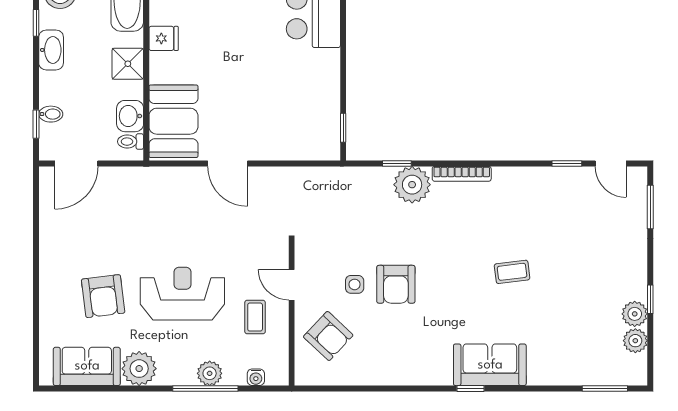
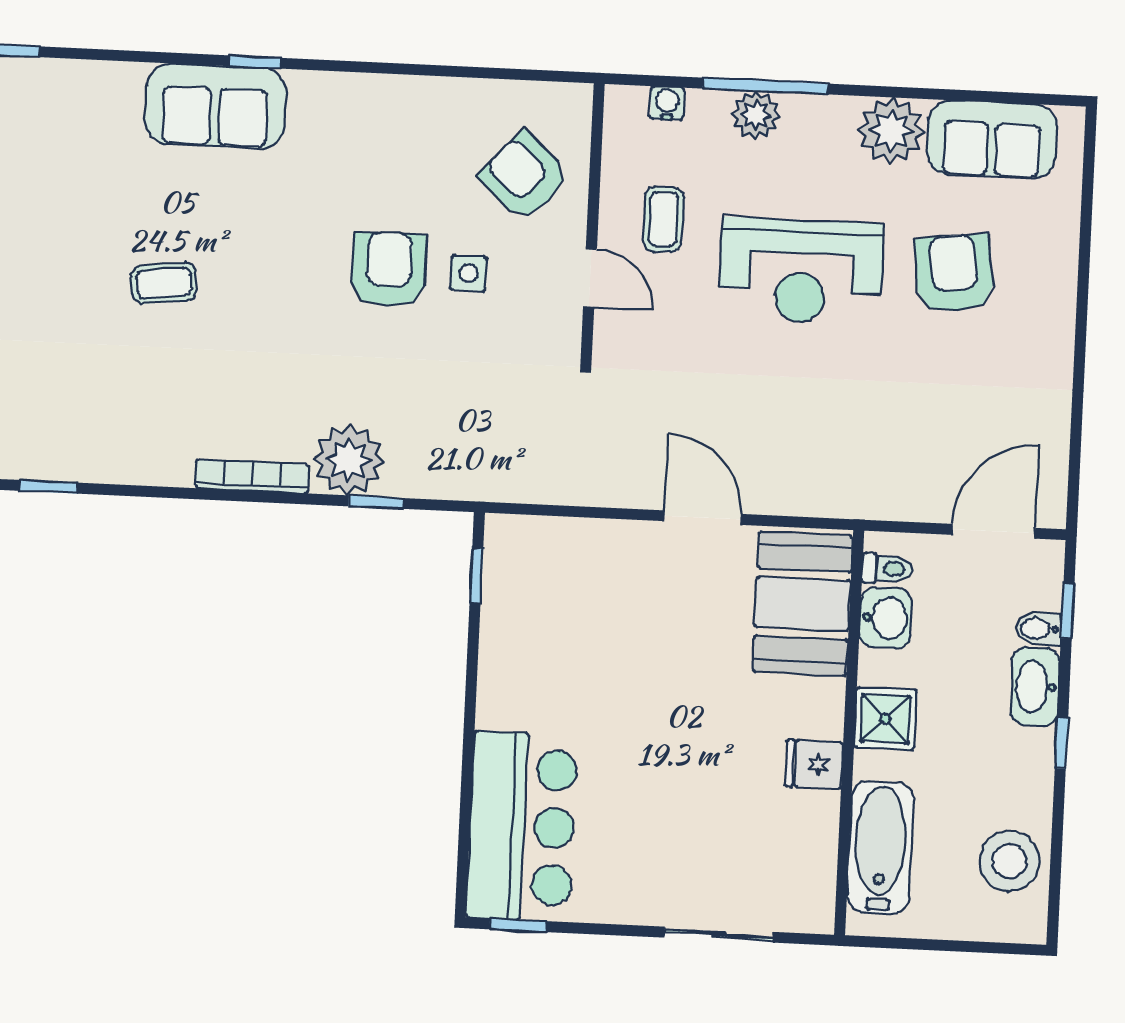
window: (36, 23) -> (1061, 743), moved
washbasin: (51, 50) -> (1035, 687), moved

